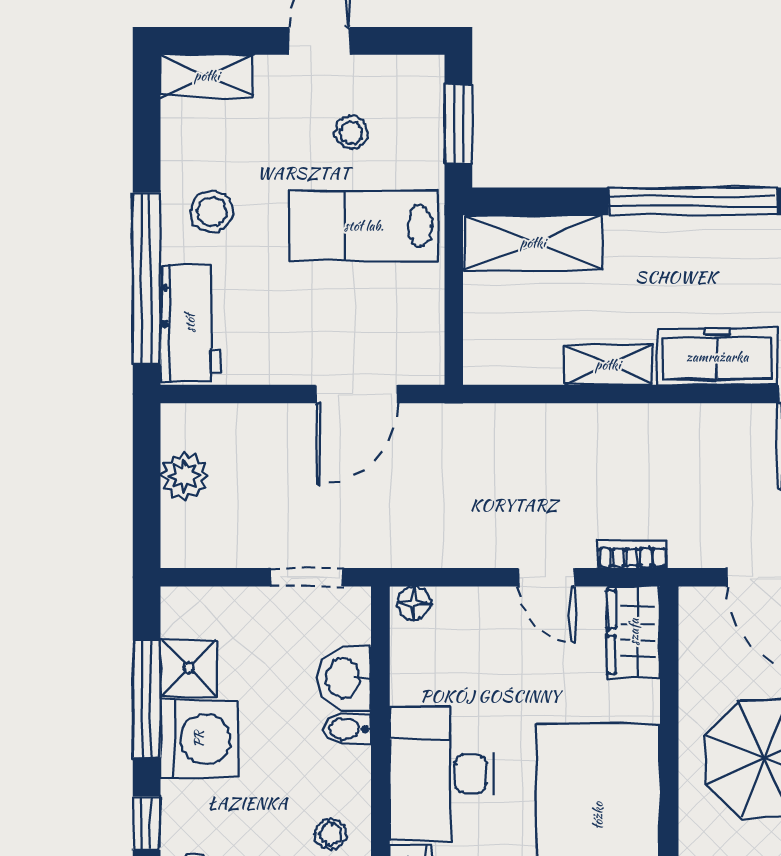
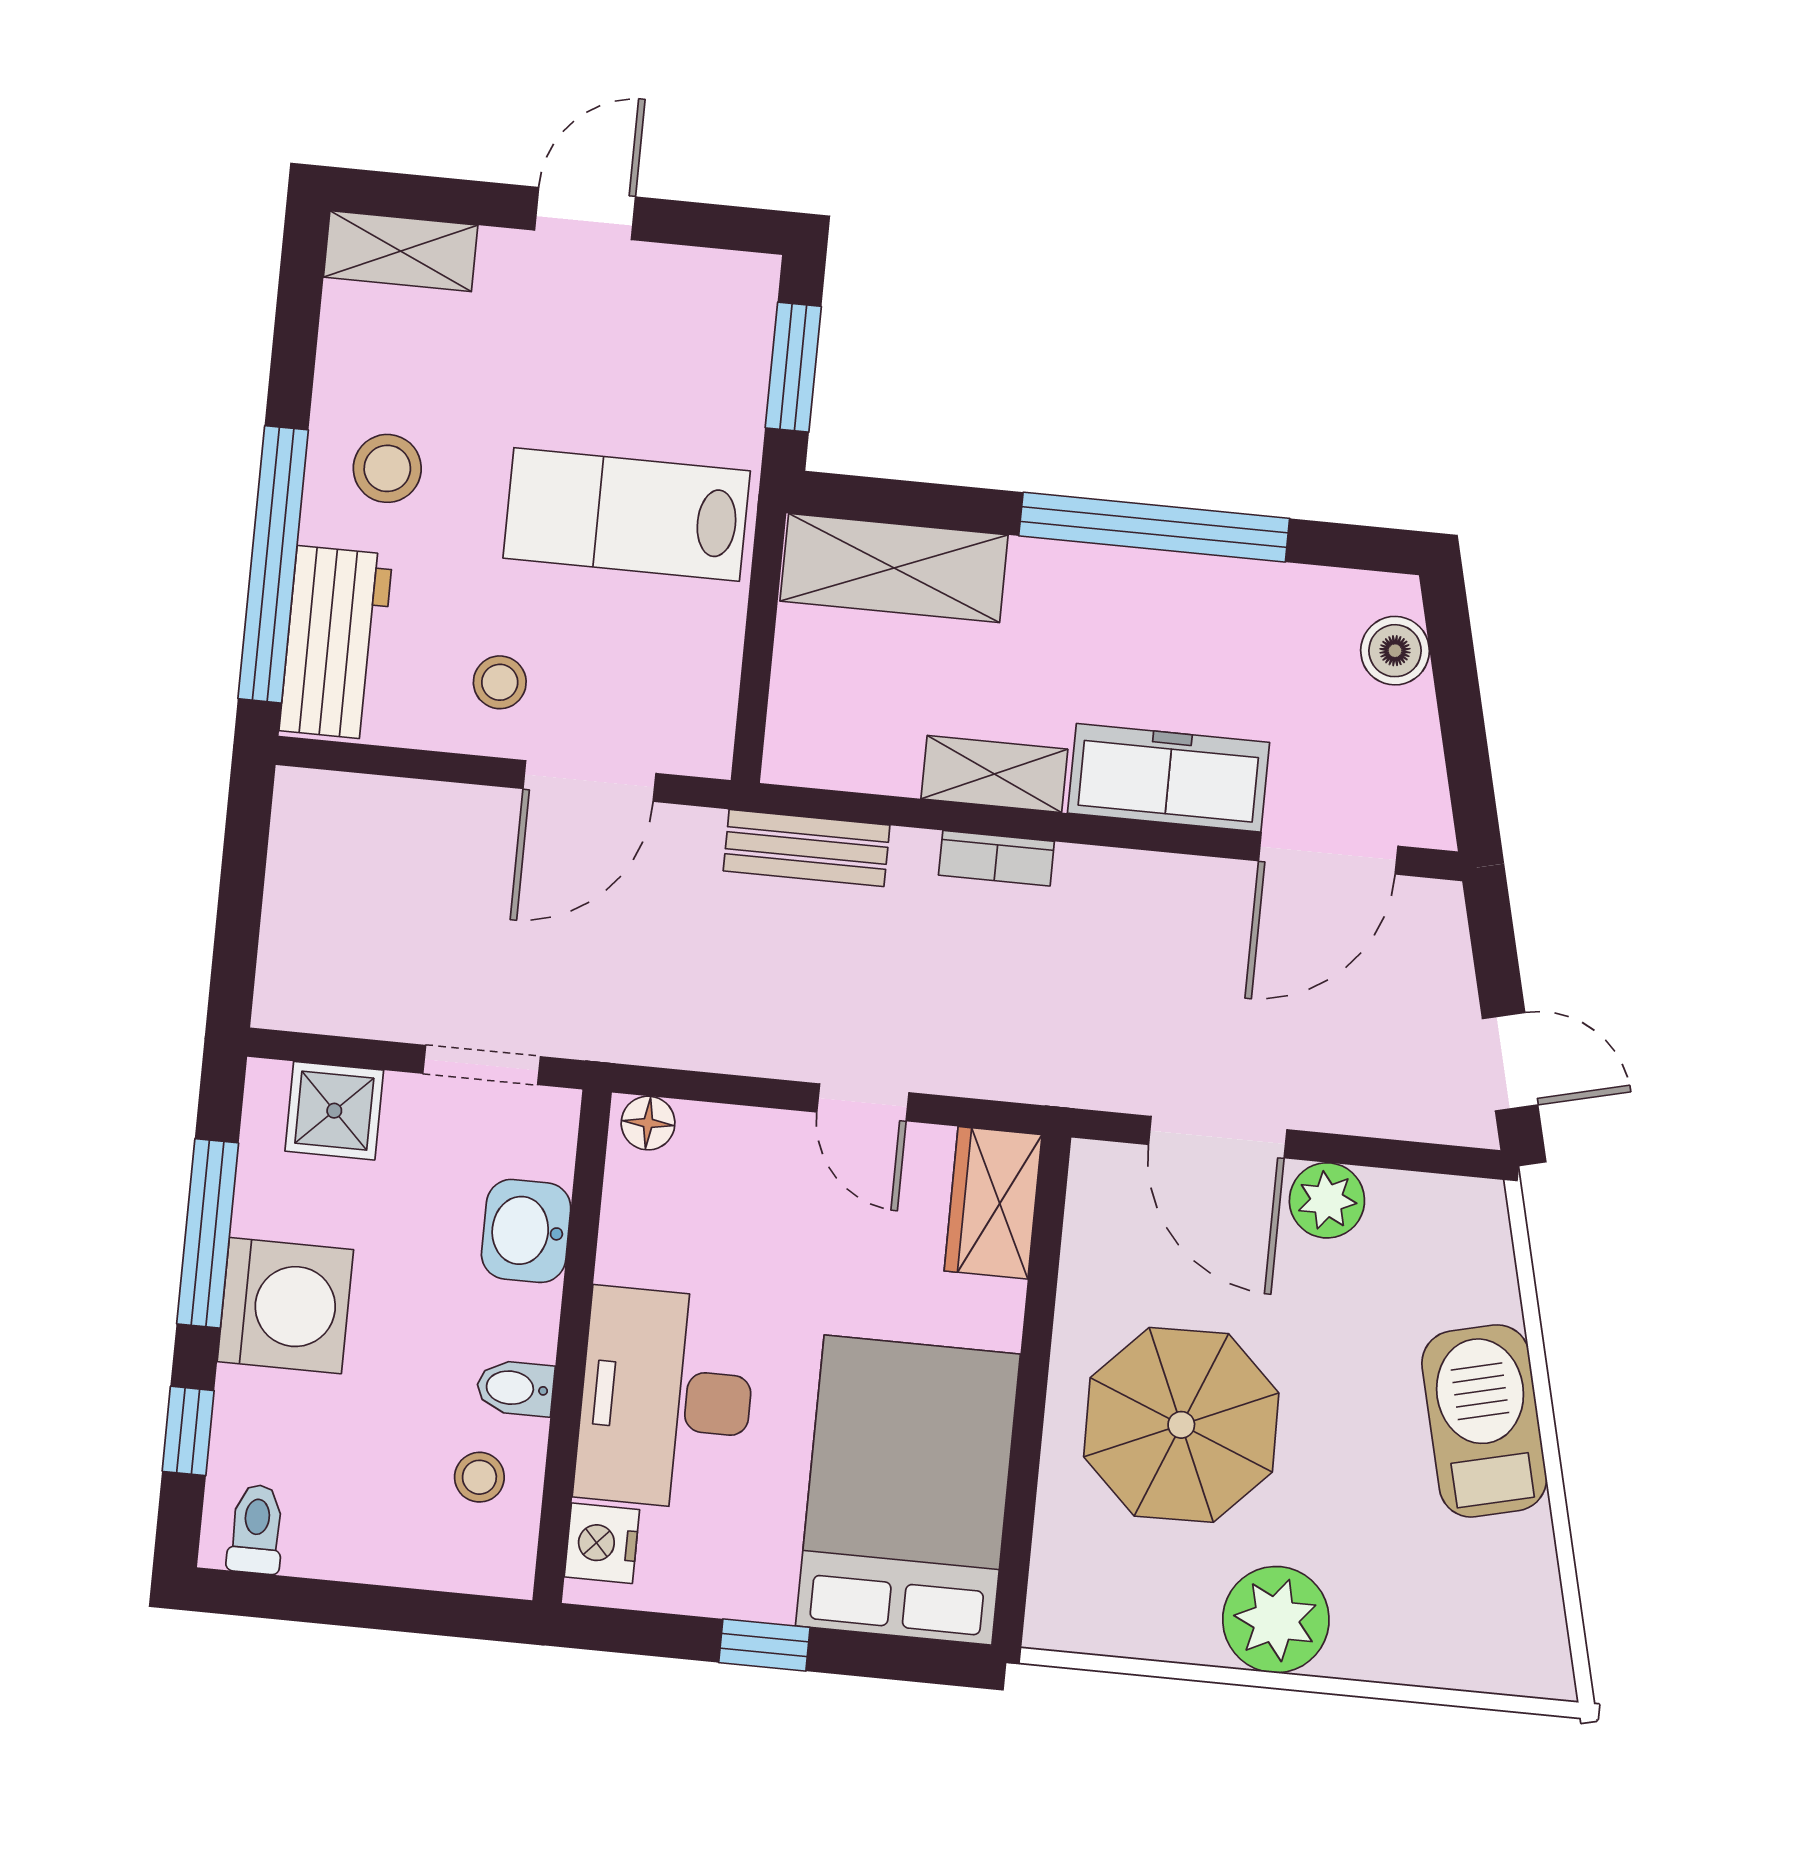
stool: (351, 133) -> (500, 682), moved
bench: (496, 422) -> (807, 848), added
plant: (185, 476) -> (303, 884), removed
bookcase: (632, 554) -> (996, 858), moved, turned 180
shower: (189, 668) -> (334, 1111), moved
bidet: (348, 729) -> (515, 1388), moved

